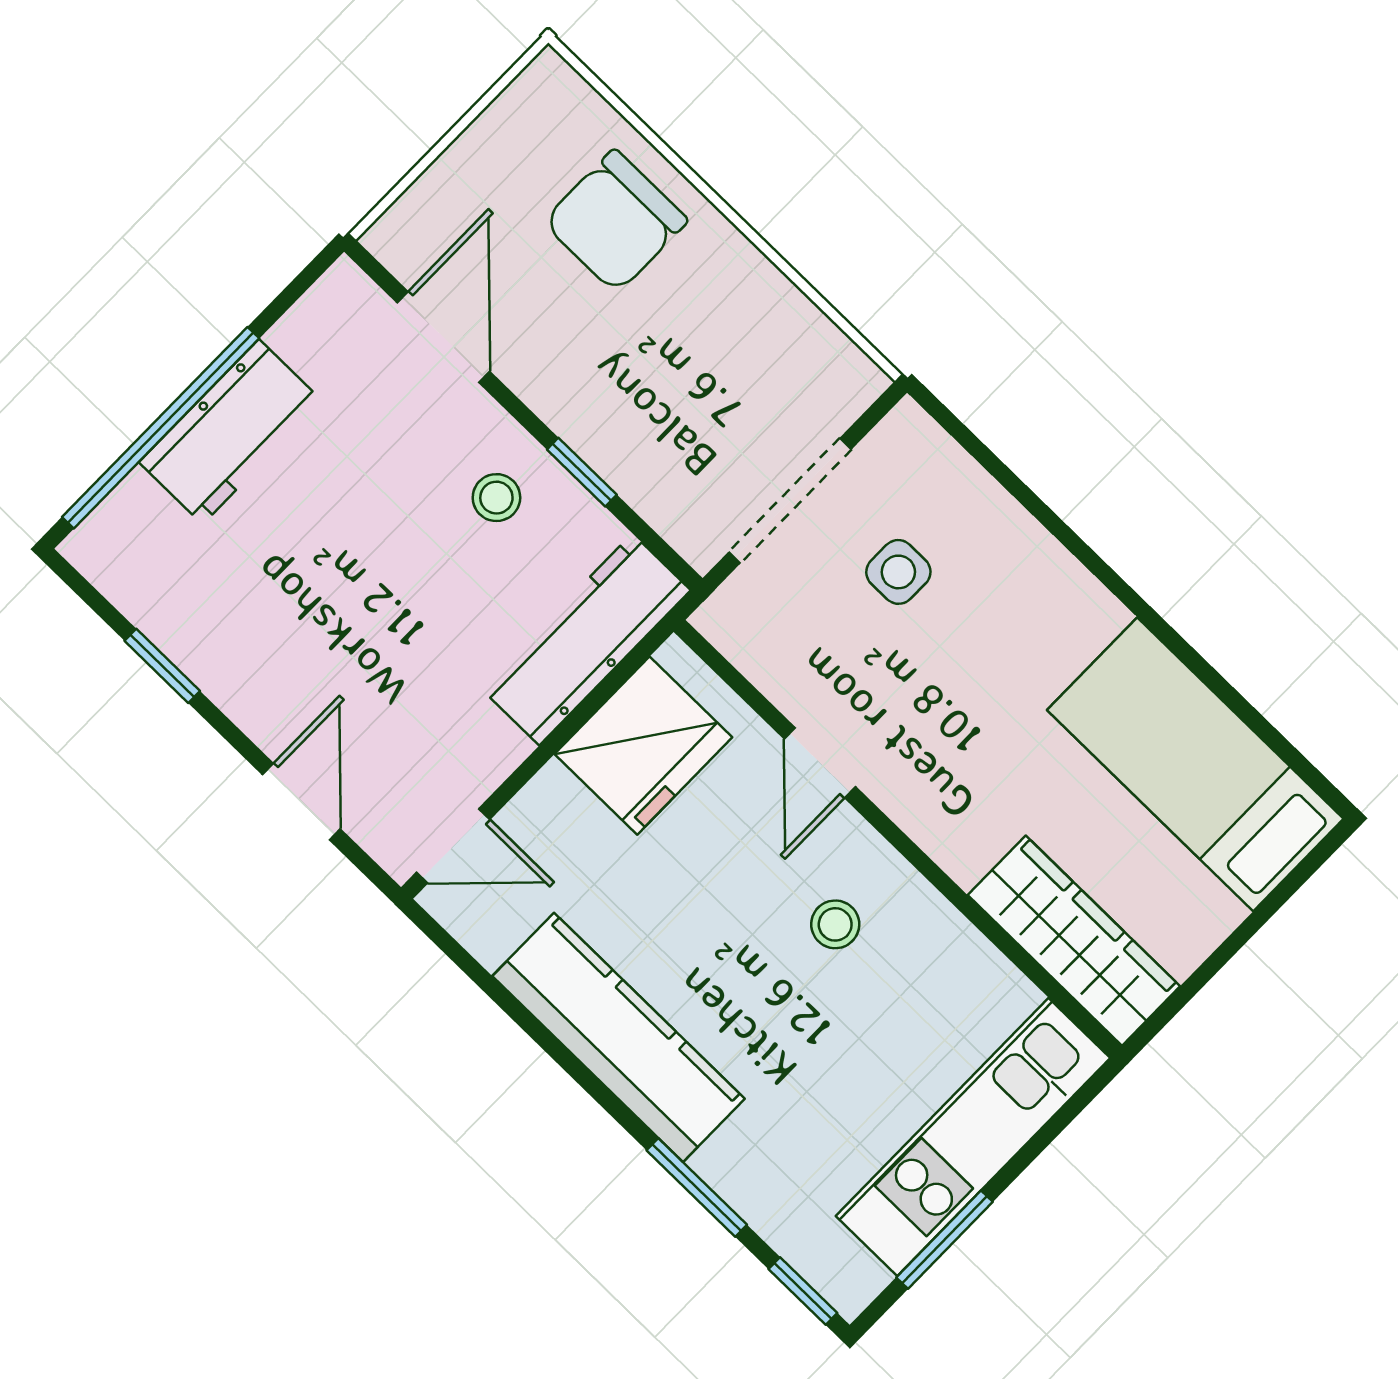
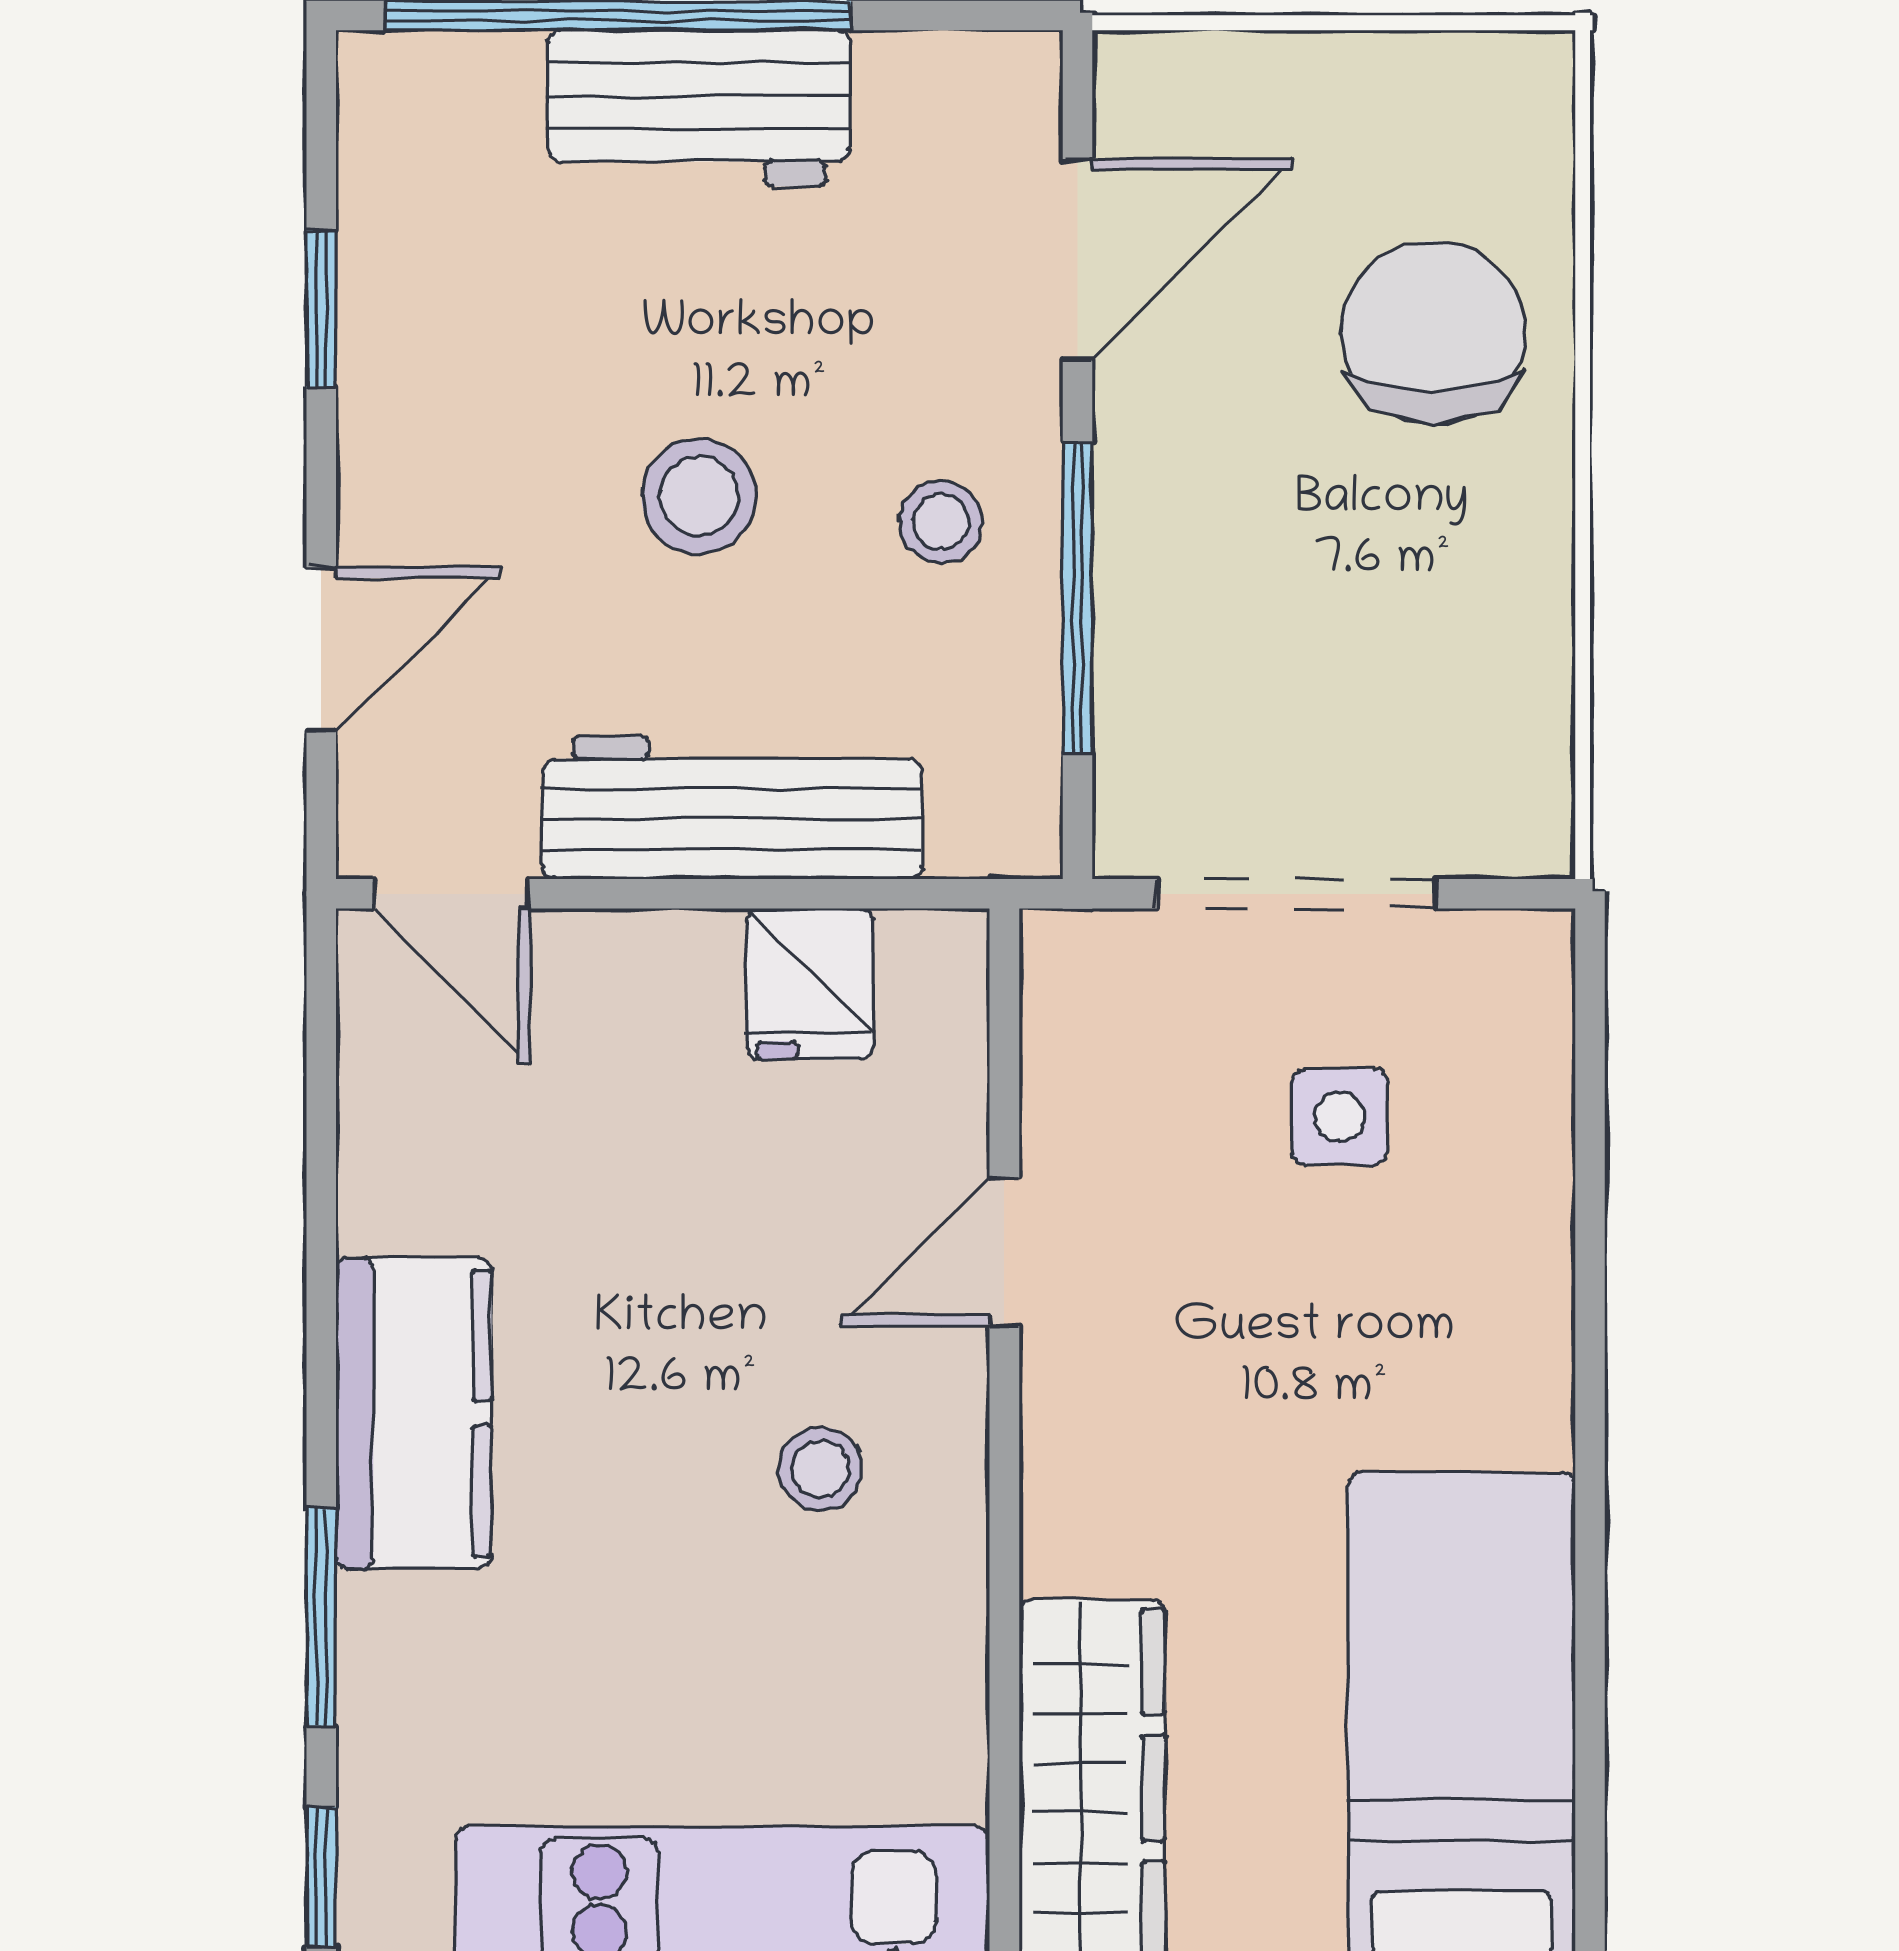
chair: (615, 221) -> (1433, 333), turned 90
window: (582, 472) -> (1078, 598), width x2.17
stool: (389, 586) -> (699, 496), added
workbench: (586, 639) -> (733, 808), moved
fridge: (643, 746) -> (810, 984), width x0.53, depth x0.75
kitchen counter: (619, 1037) -> (414, 1413), width x0.67

